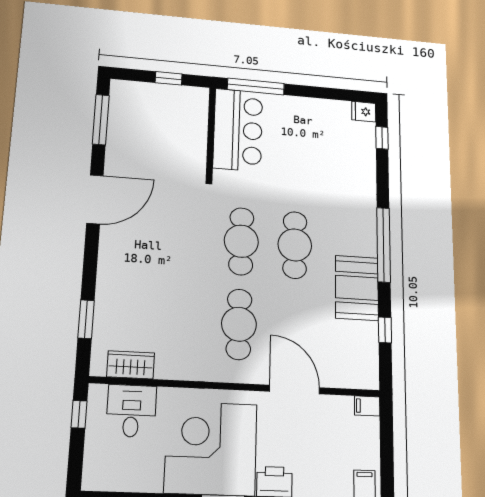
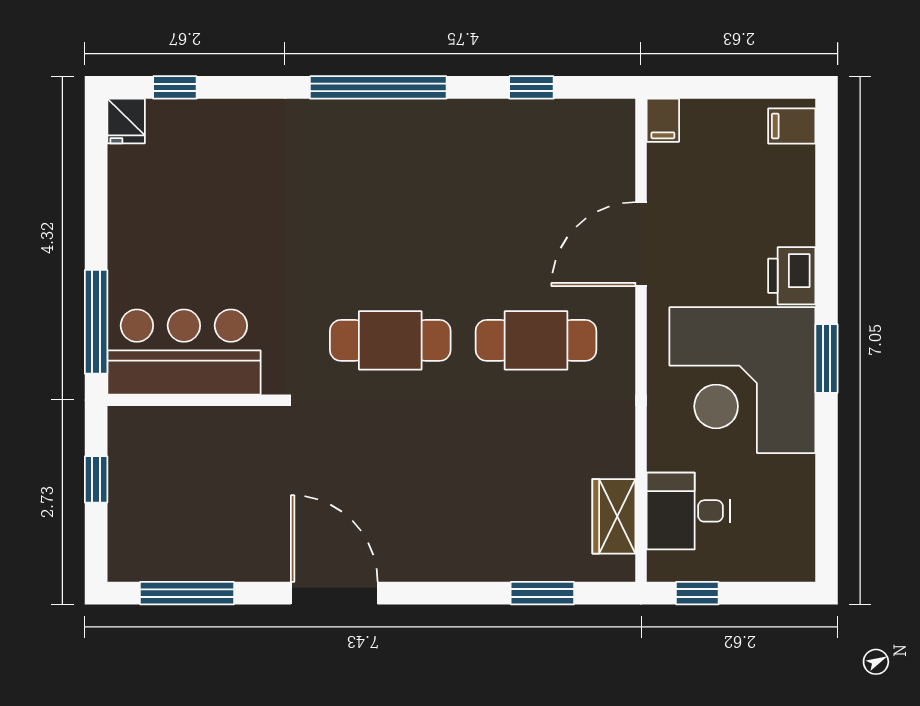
cafe table: (295, 245) -> (390, 247), removed
booth: (357, 288) -> (460, 136), removed

